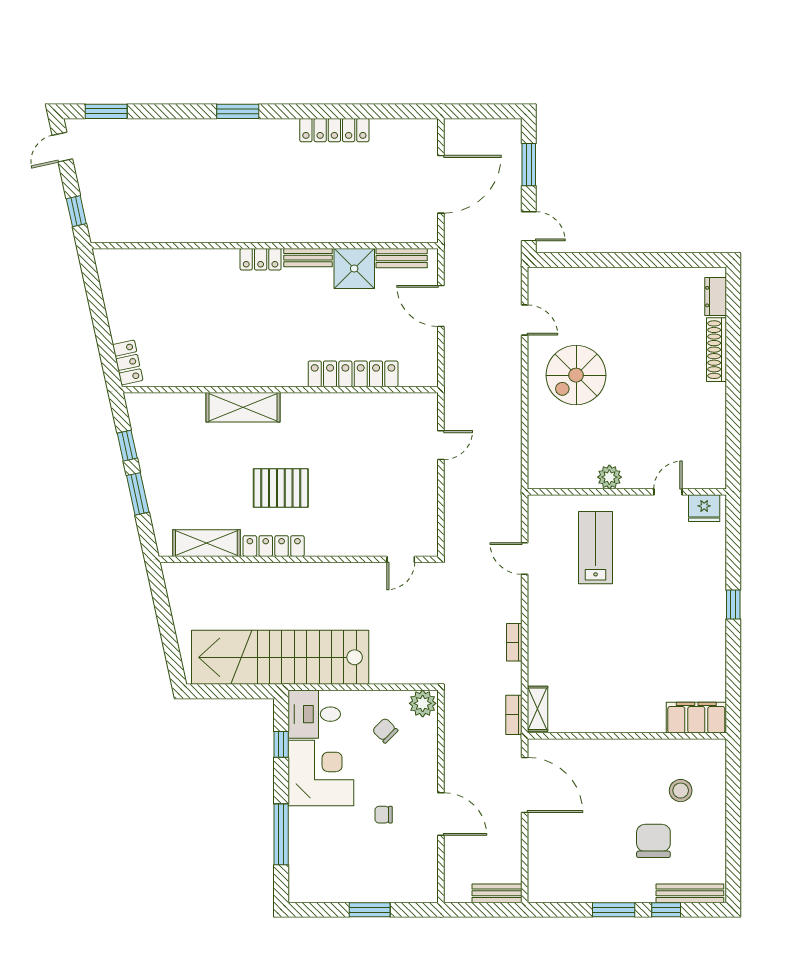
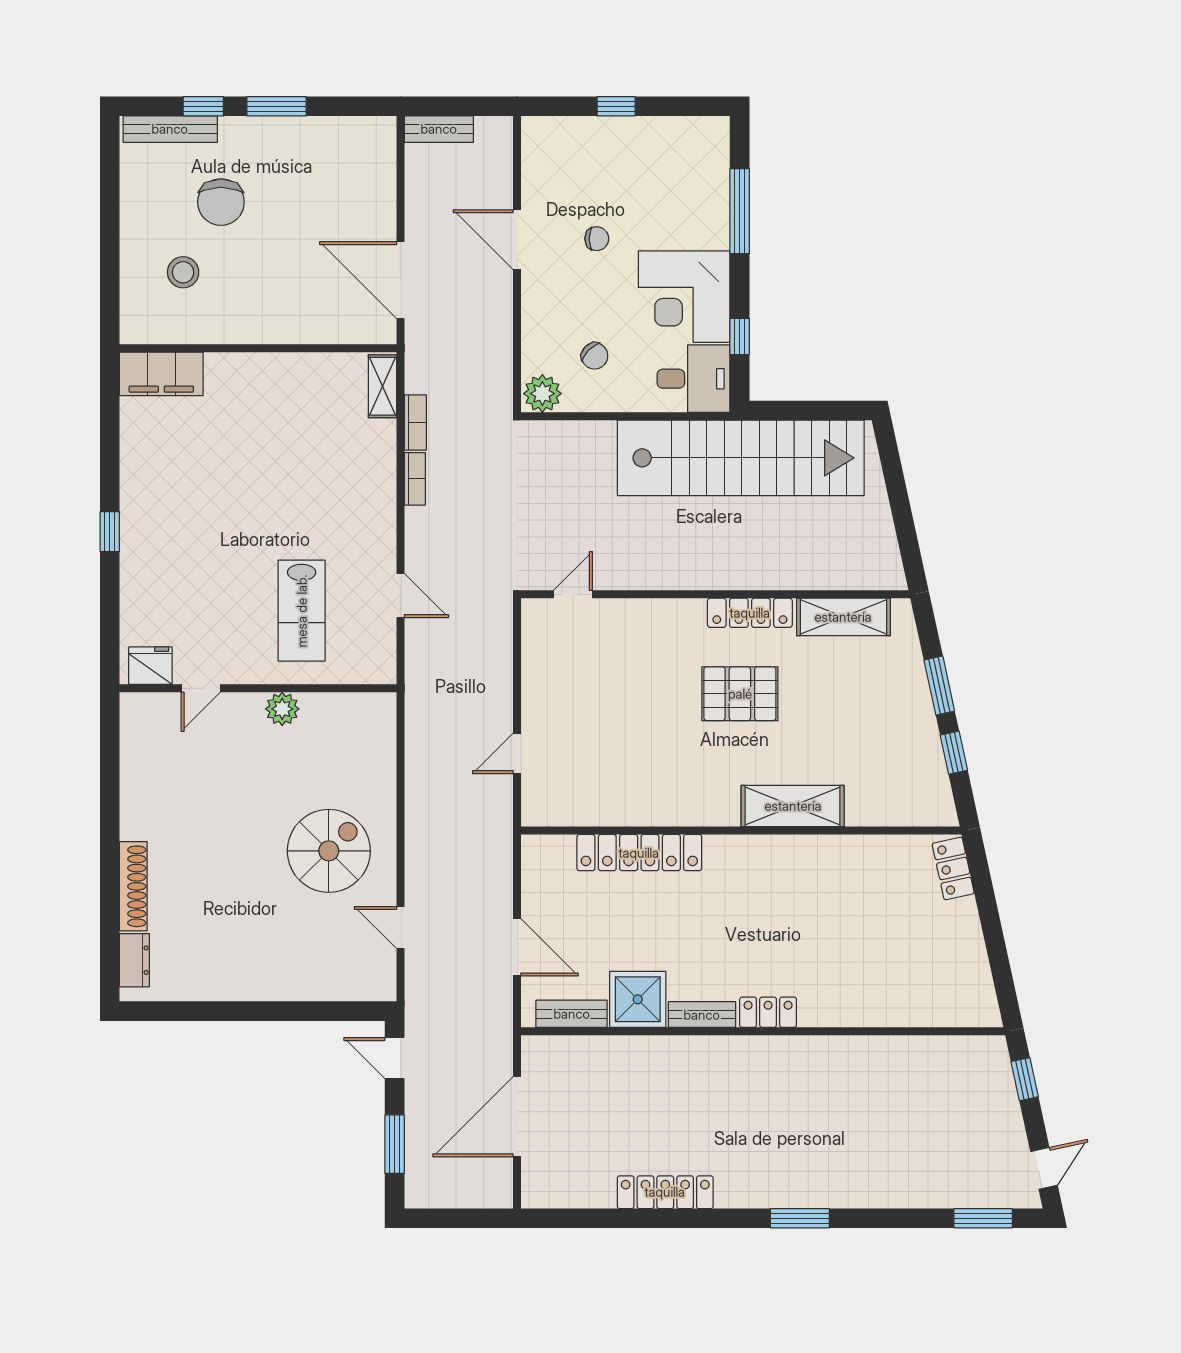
bookcase: (514, 715) -> (415, 422), moved
window: (370, 910) -> (616, 106), width x0.67

